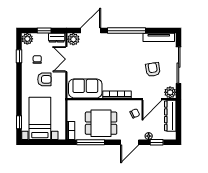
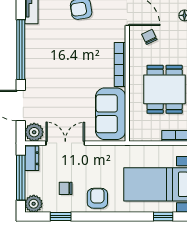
window: (44, 31) -> (21, 178), width x2.17
double door: (66, 59) -> (65, 143), swing flipped
armchair: (44, 79) -> (97, 198), moved

